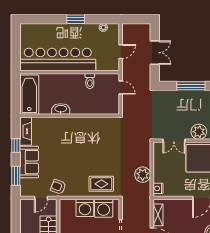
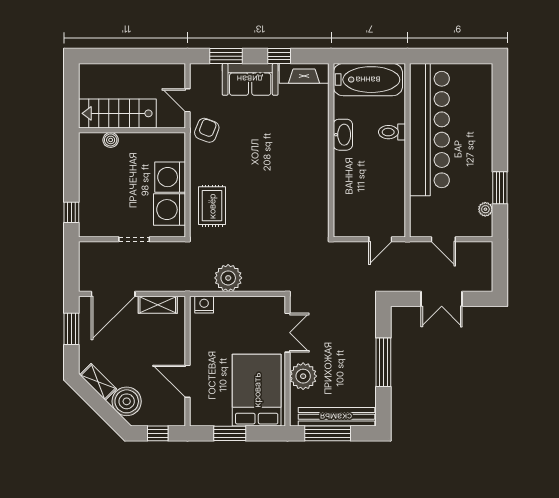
window: (76, 19) -> (500, 188), moved
toilet: (90, 81) -> (392, 132), moved
double door: (174, 141) -> (287, 333), swing flipped

